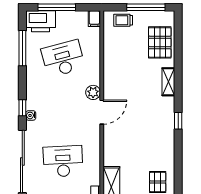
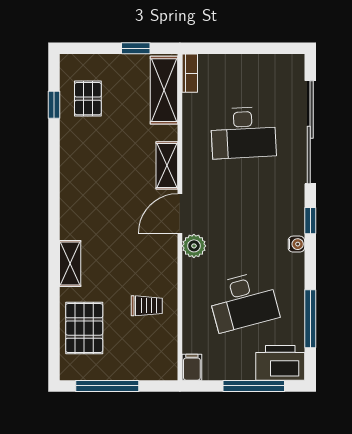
trolley: (123, 20) -> (147, 306), moved
water cooler: (31, 115) -> (296, 244), moved
window: (178, 121) -> (54, 105), moved
shelving: (110, 141) -> (167, 165), added

